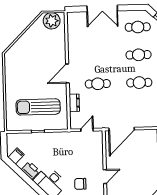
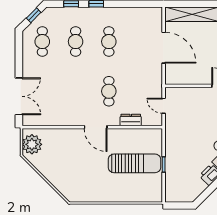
double door: (102, 8) -> (19, 96), moved
sun lounger: (38, 107) -> (135, 163), turned -90
door: (122, 129) -> (164, 48), moved
filing cabinet: (16, 156) -> (192, 191), removed

